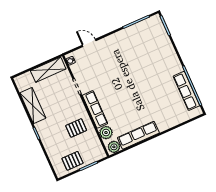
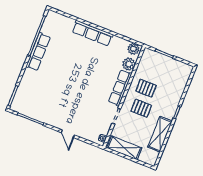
door: (89, 43) -> (68, 134), moved
row of seats: (186, 91) -> (38, 52), moved
row of seats: (138, 135) -> (92, 33), moved
pallet: (72, 161) -> (141, 108), moved

